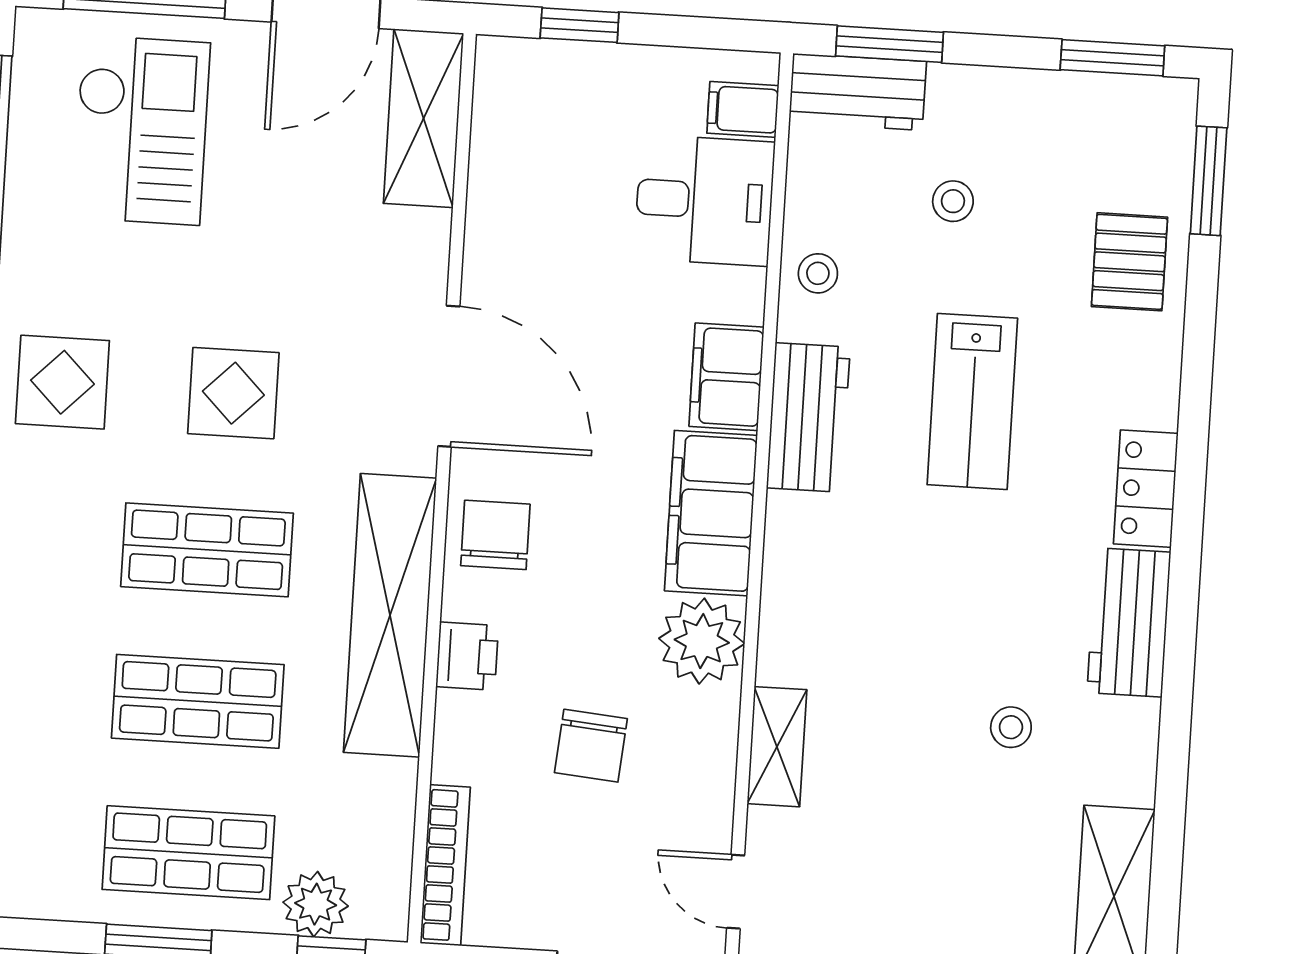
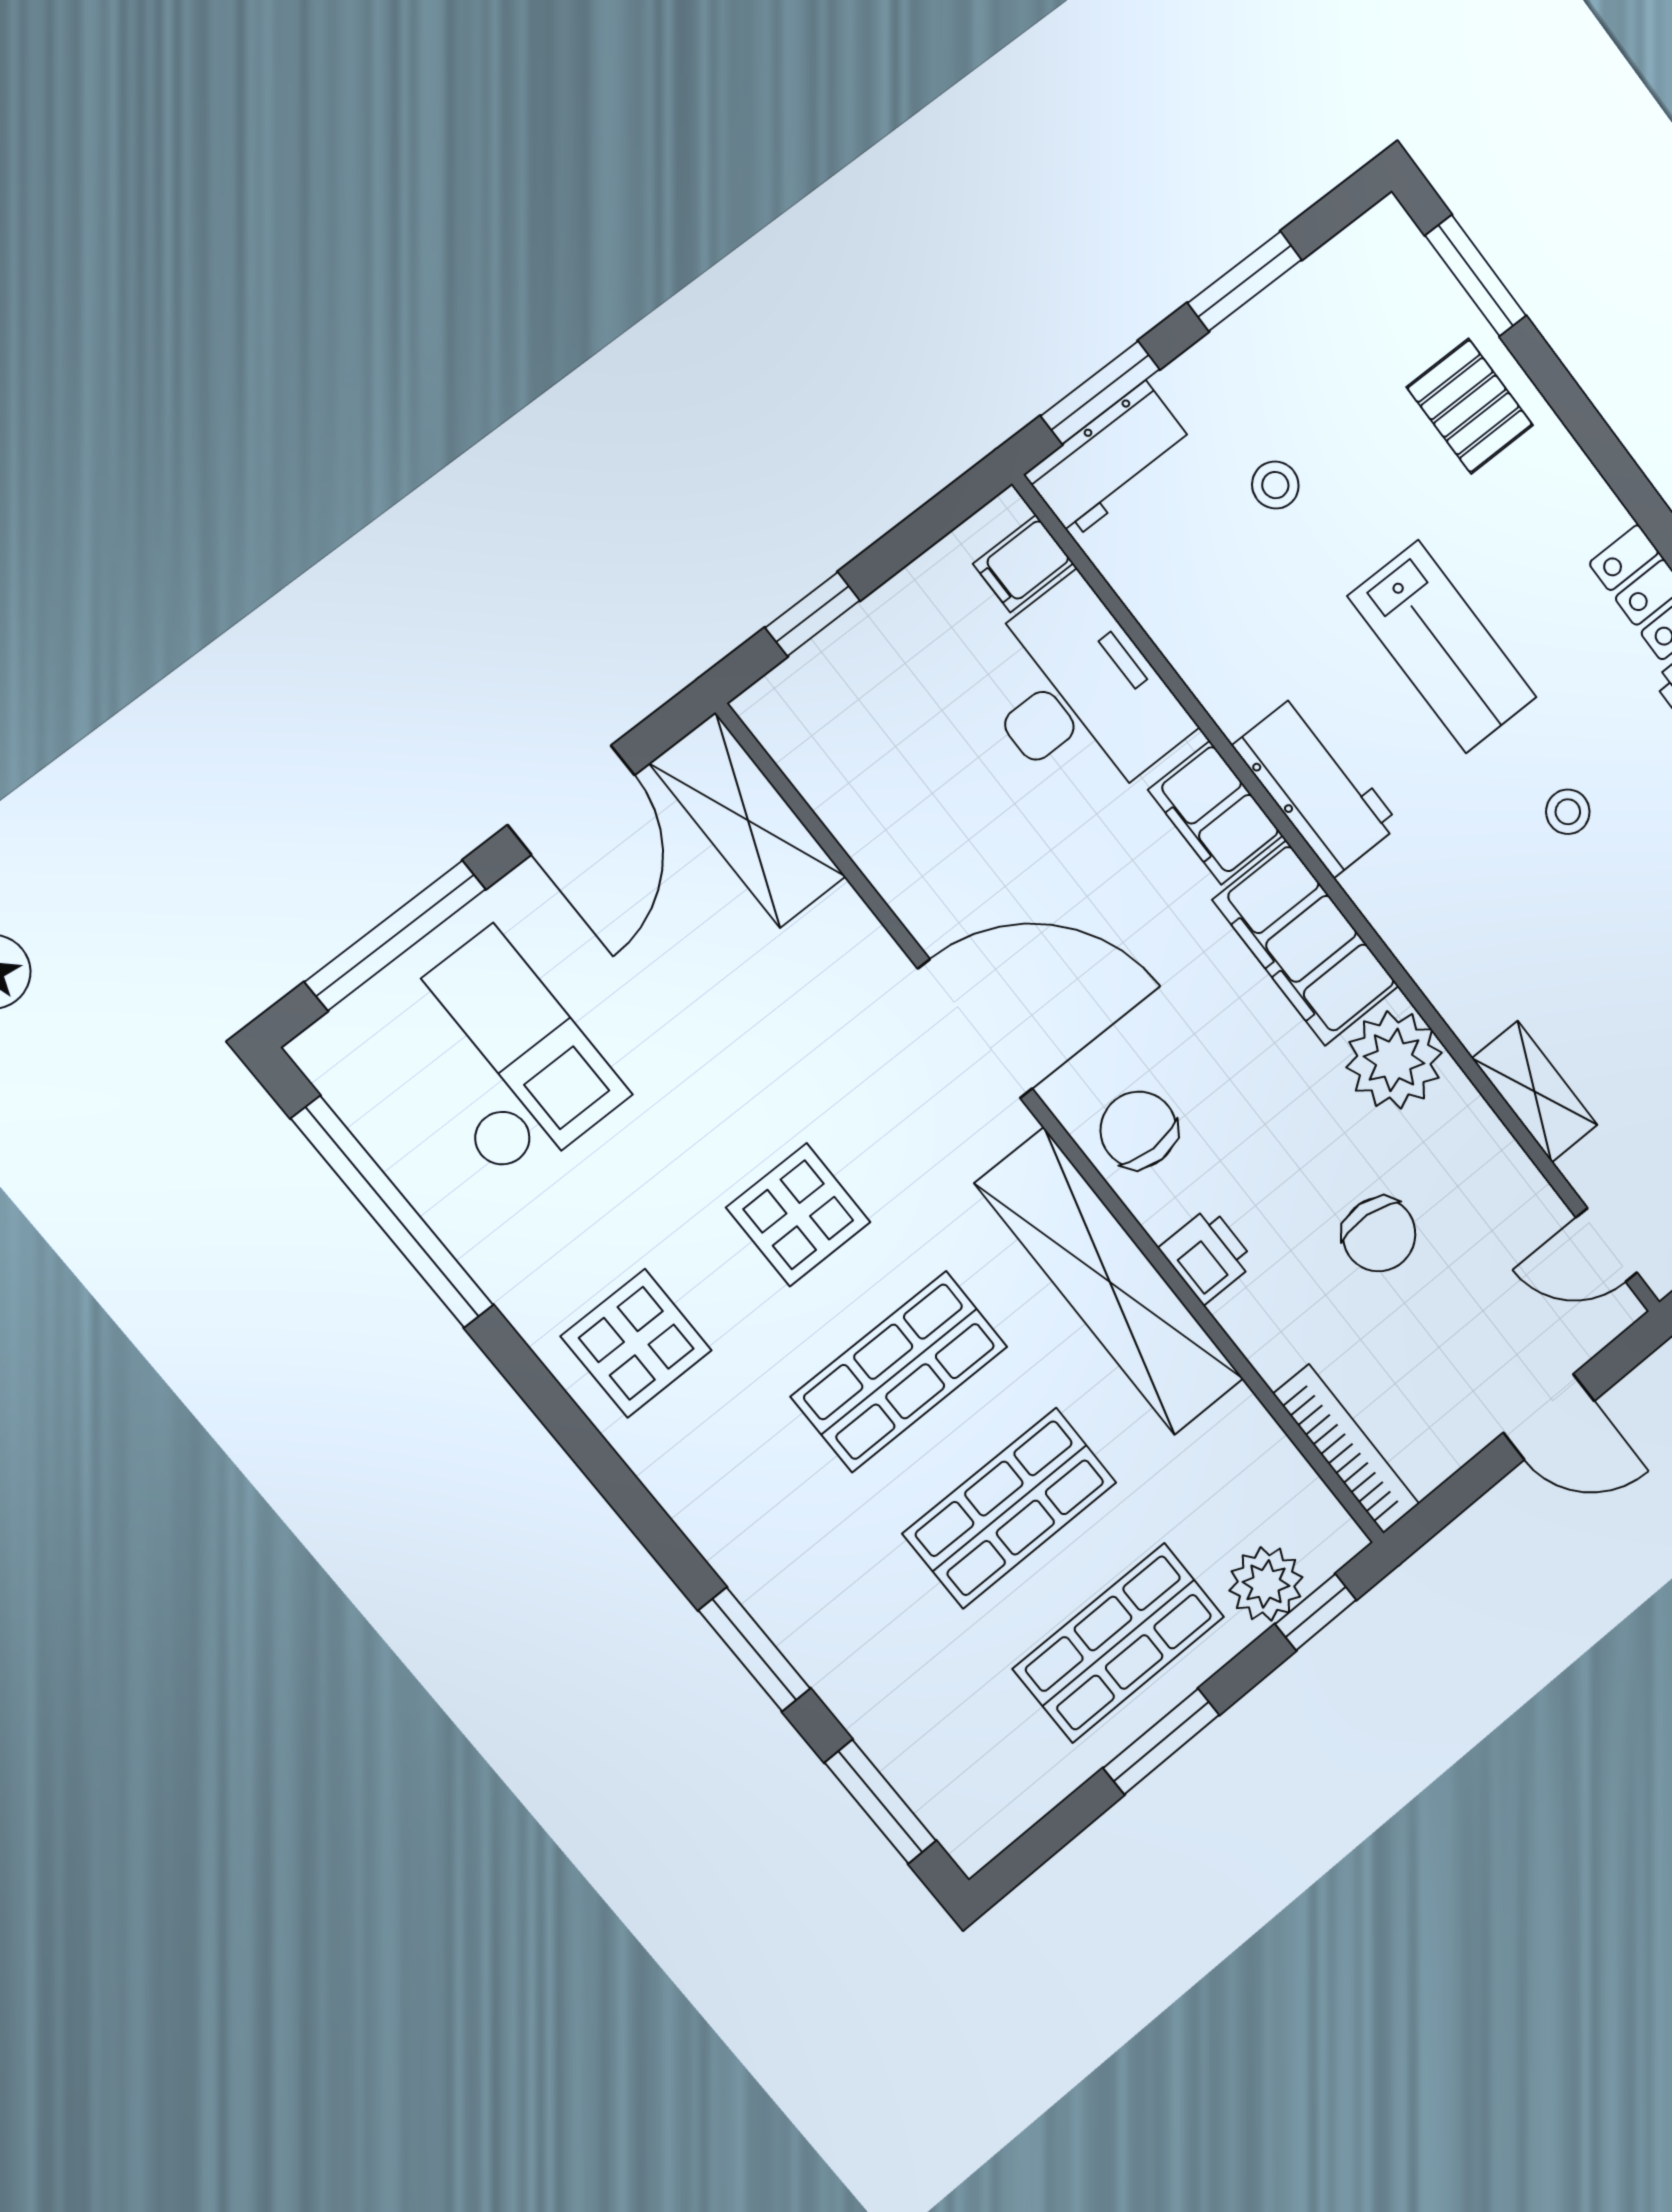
window: (1112, 58) -> (1245, 281), moved
desk: (705, 200) -> (1078, 696), width x1.37
stool: (818, 273) -> (1568, 812), moved

